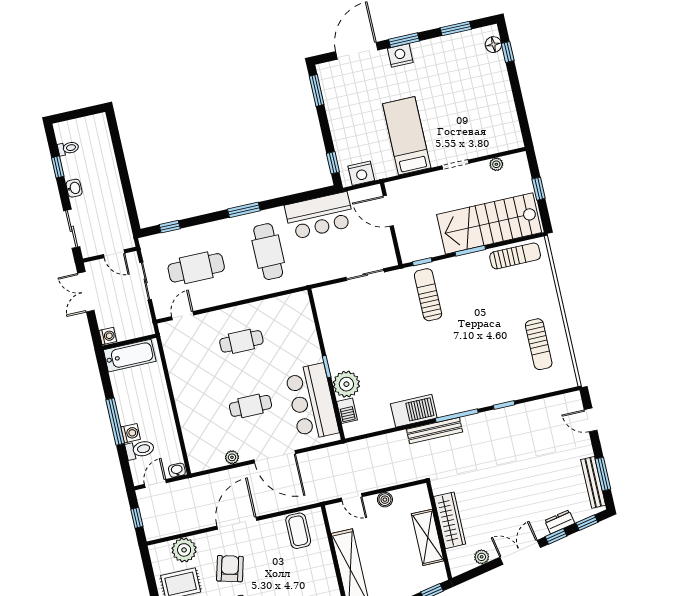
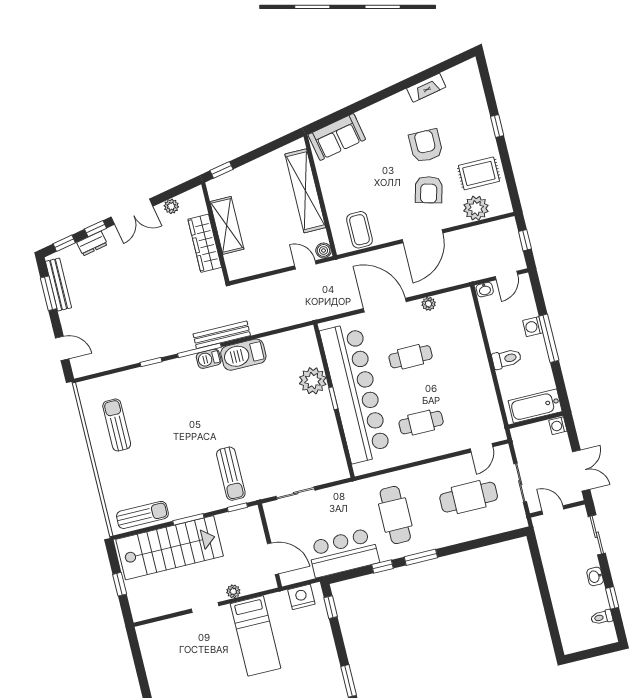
plant: (496, 164) -> (233, 591), moved
window: (170, 227) -> (383, 567), moved
sun lounger: (515, 256) -> (142, 515), turned 180
bar counter: (312, 402) -> (355, 393), width x1.86
barbecue: (347, 411) -> (209, 359), moved, turned -90
toilet: (140, 449) -> (507, 359), moved, turned 180
boiler: (385, 500) -> (324, 250), moved

